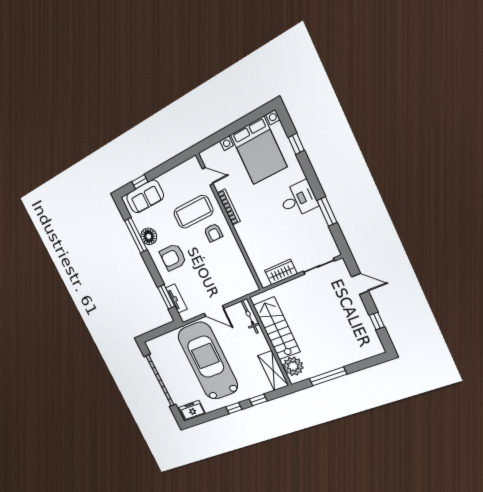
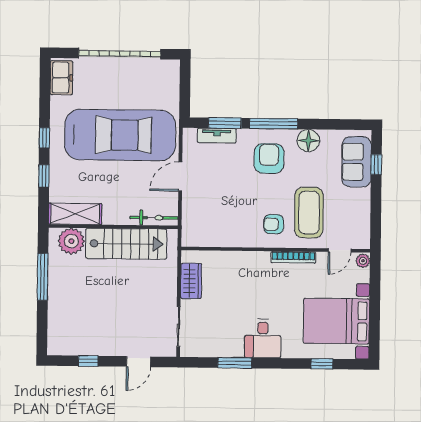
plant: (206, 155) -> (363, 261), added
window: (136, 235) -> (274, 124), moved

